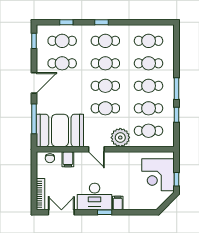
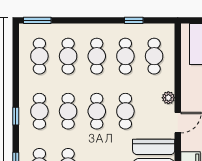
window: (177, 89) -> (37, 20), moved
plant: (120, 138) -> (168, 98), width x0.53, depth x0.53

